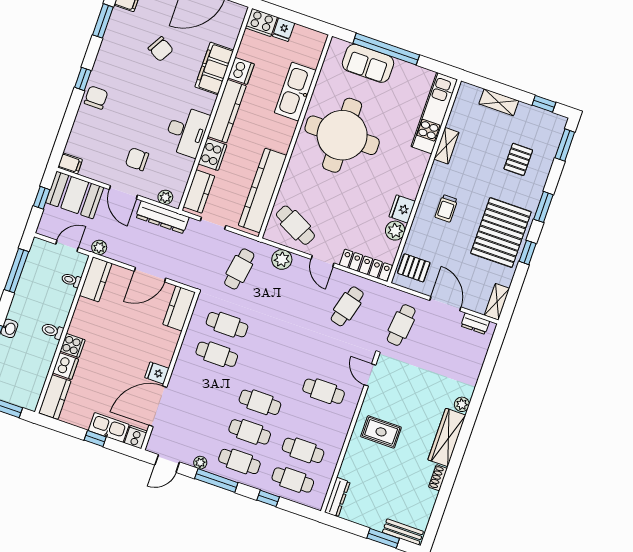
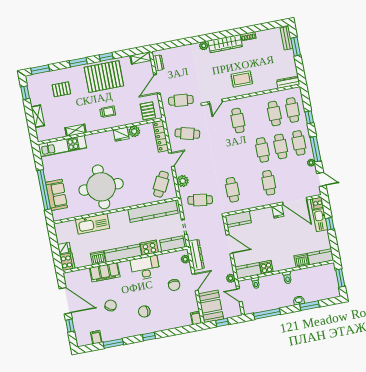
chair: (96, 98) -> (144, 311), moved
cooker: (73, 345) -> (266, 267), moved
cafe table: (217, 354) -> (269, 183), moved
rug: (381, 432) -> (242, 79), turned 90

